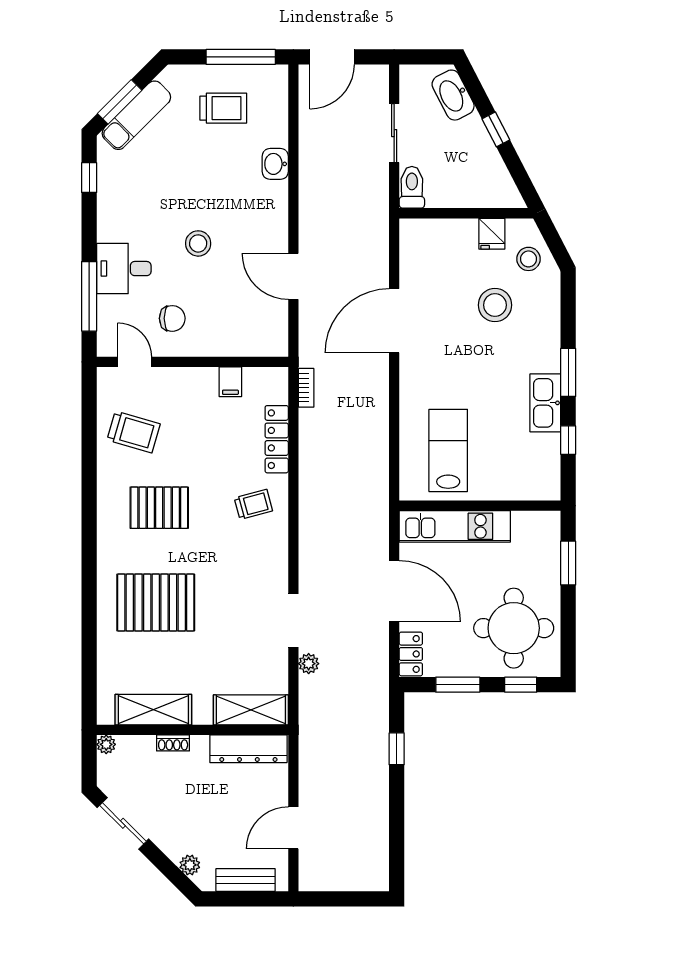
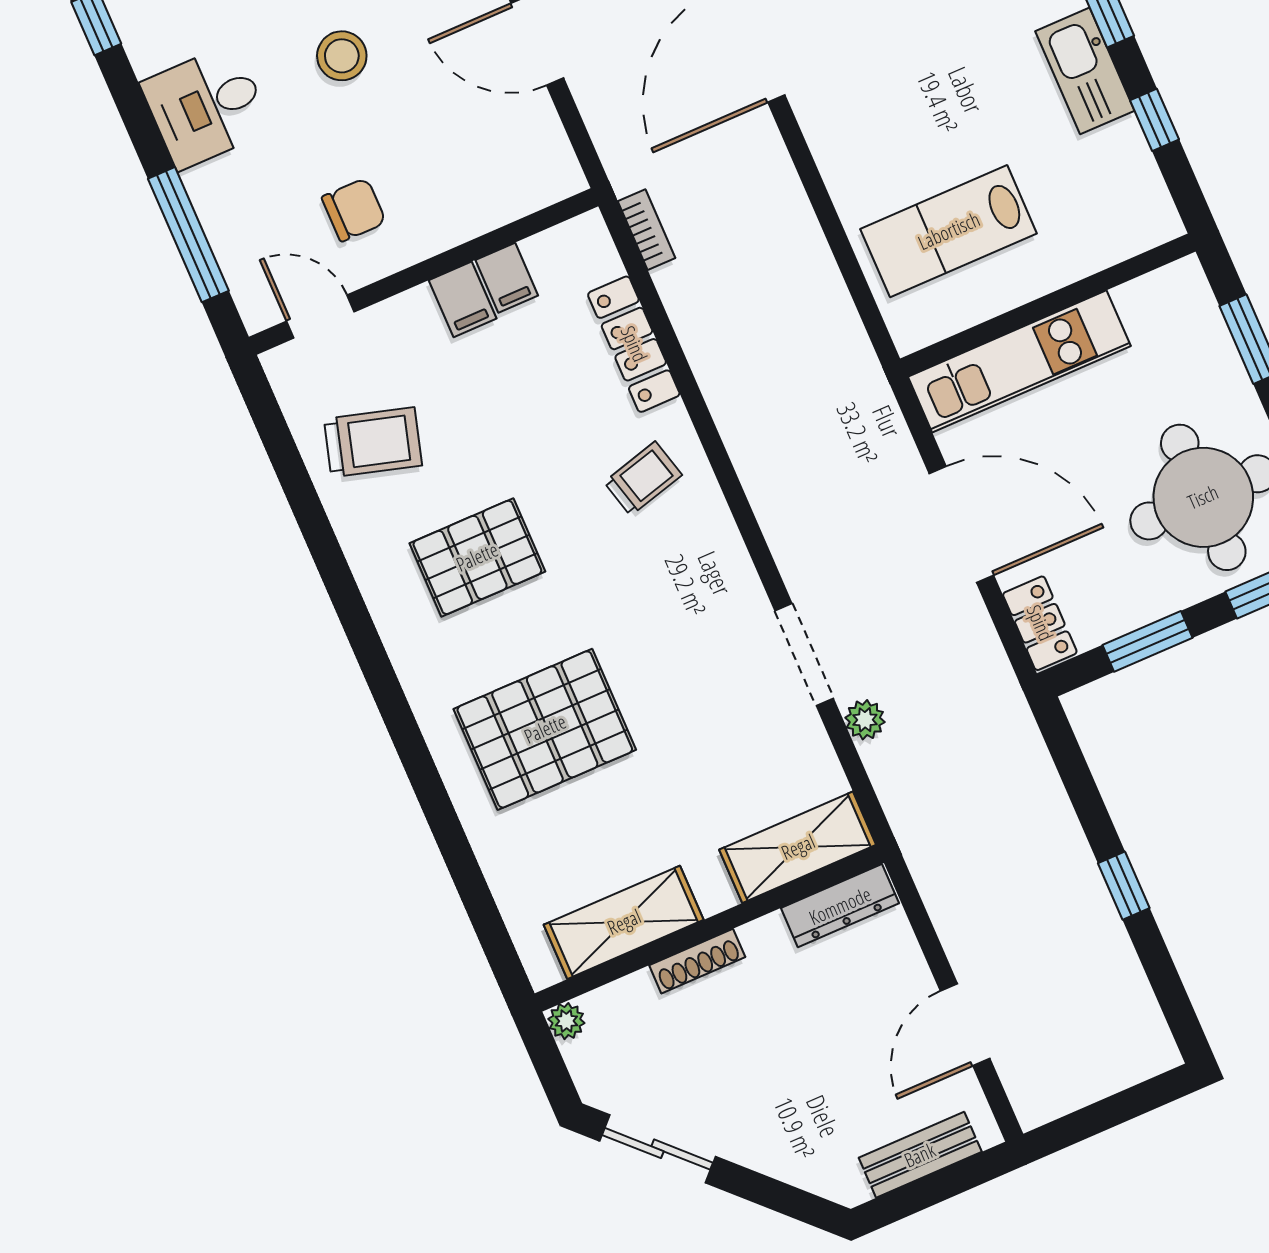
desk: (124, 269) -> (206, 107), moved
filing cabinet: (205, 383) -> (463, 299), added
lab bench: (448, 450) -> (949, 231), turned -90
shoe rack: (173, 743) -> (697, 961), width x1.43
dresser: (248, 749) -> (840, 906), width x0.73, depth x0.80
window: (397, 749) -> (1124, 886), moved
plant: (190, 865) -> (809, 1171), removed

